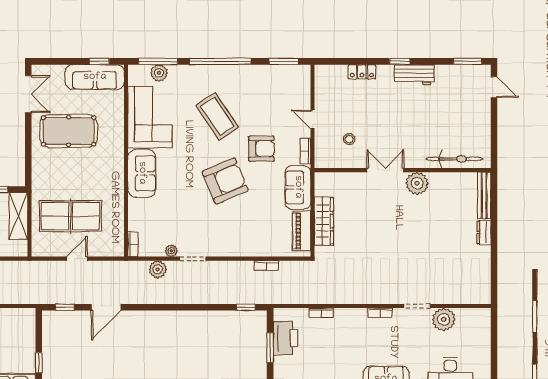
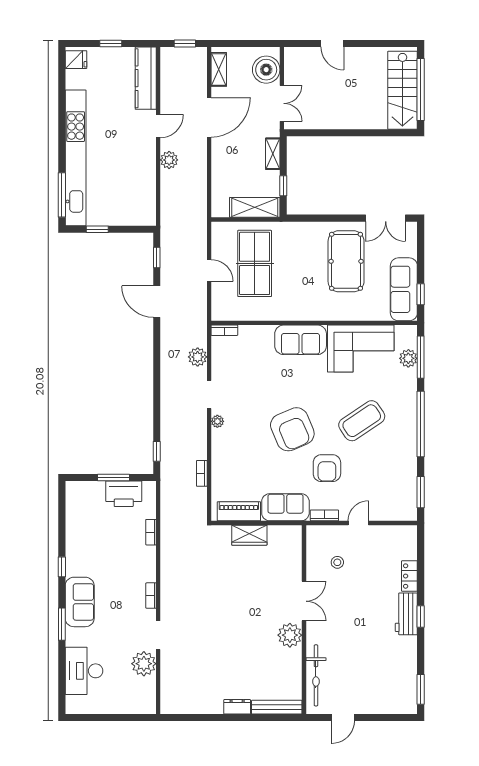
workbench: (414, 75) -> (406, 614), moved
door: (494, 87) -> (343, 718), moved
wardrobe: (324, 221) -> (249, 535), width x0.67
plant: (171, 251) -> (217, 421), moved

